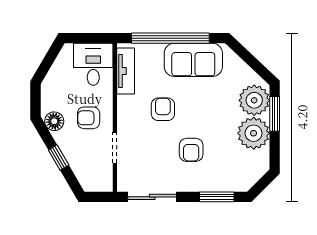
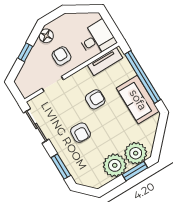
armchair: (191, 150) -> (81, 133), turned -87

